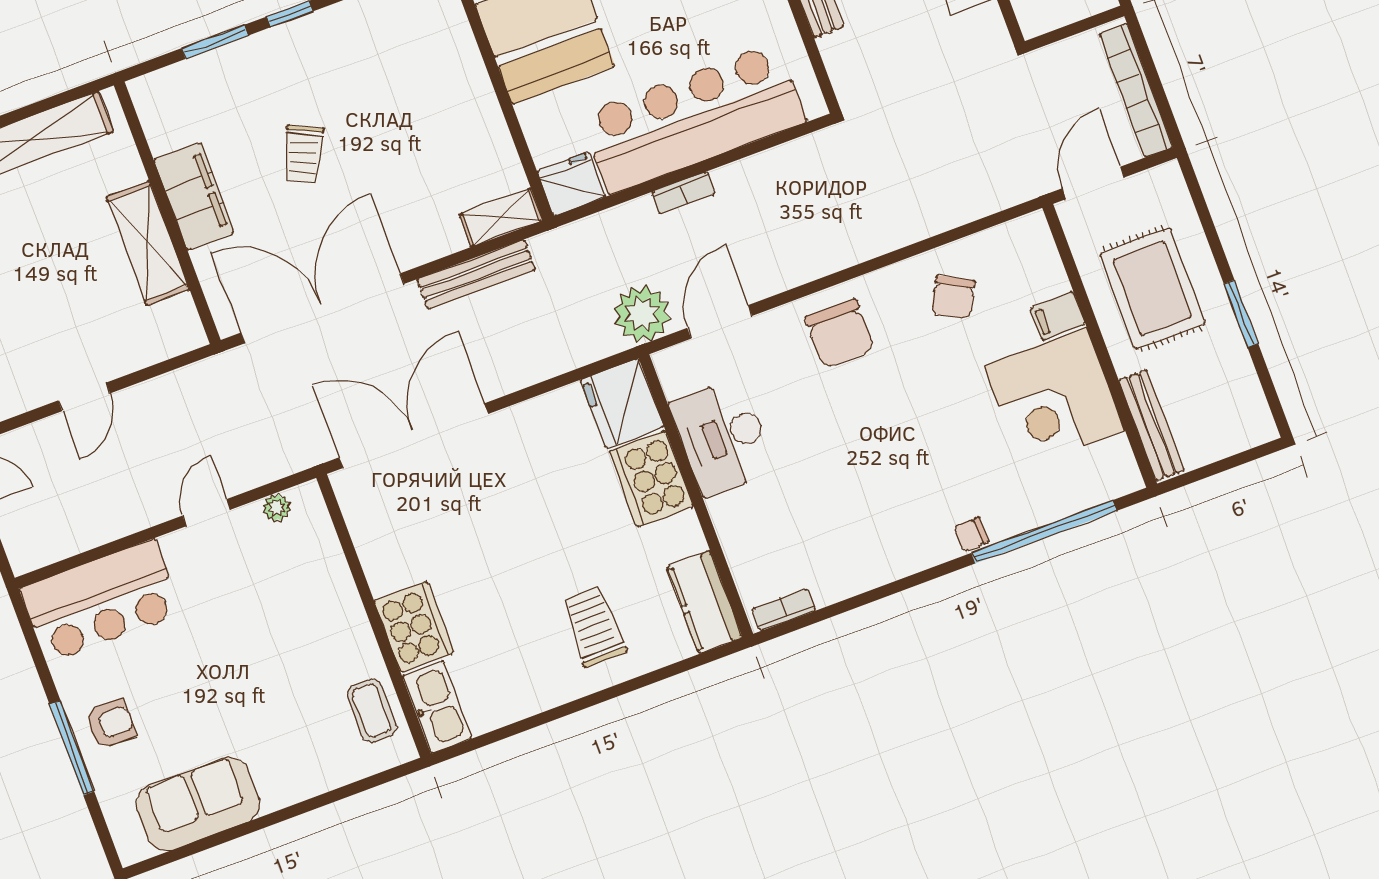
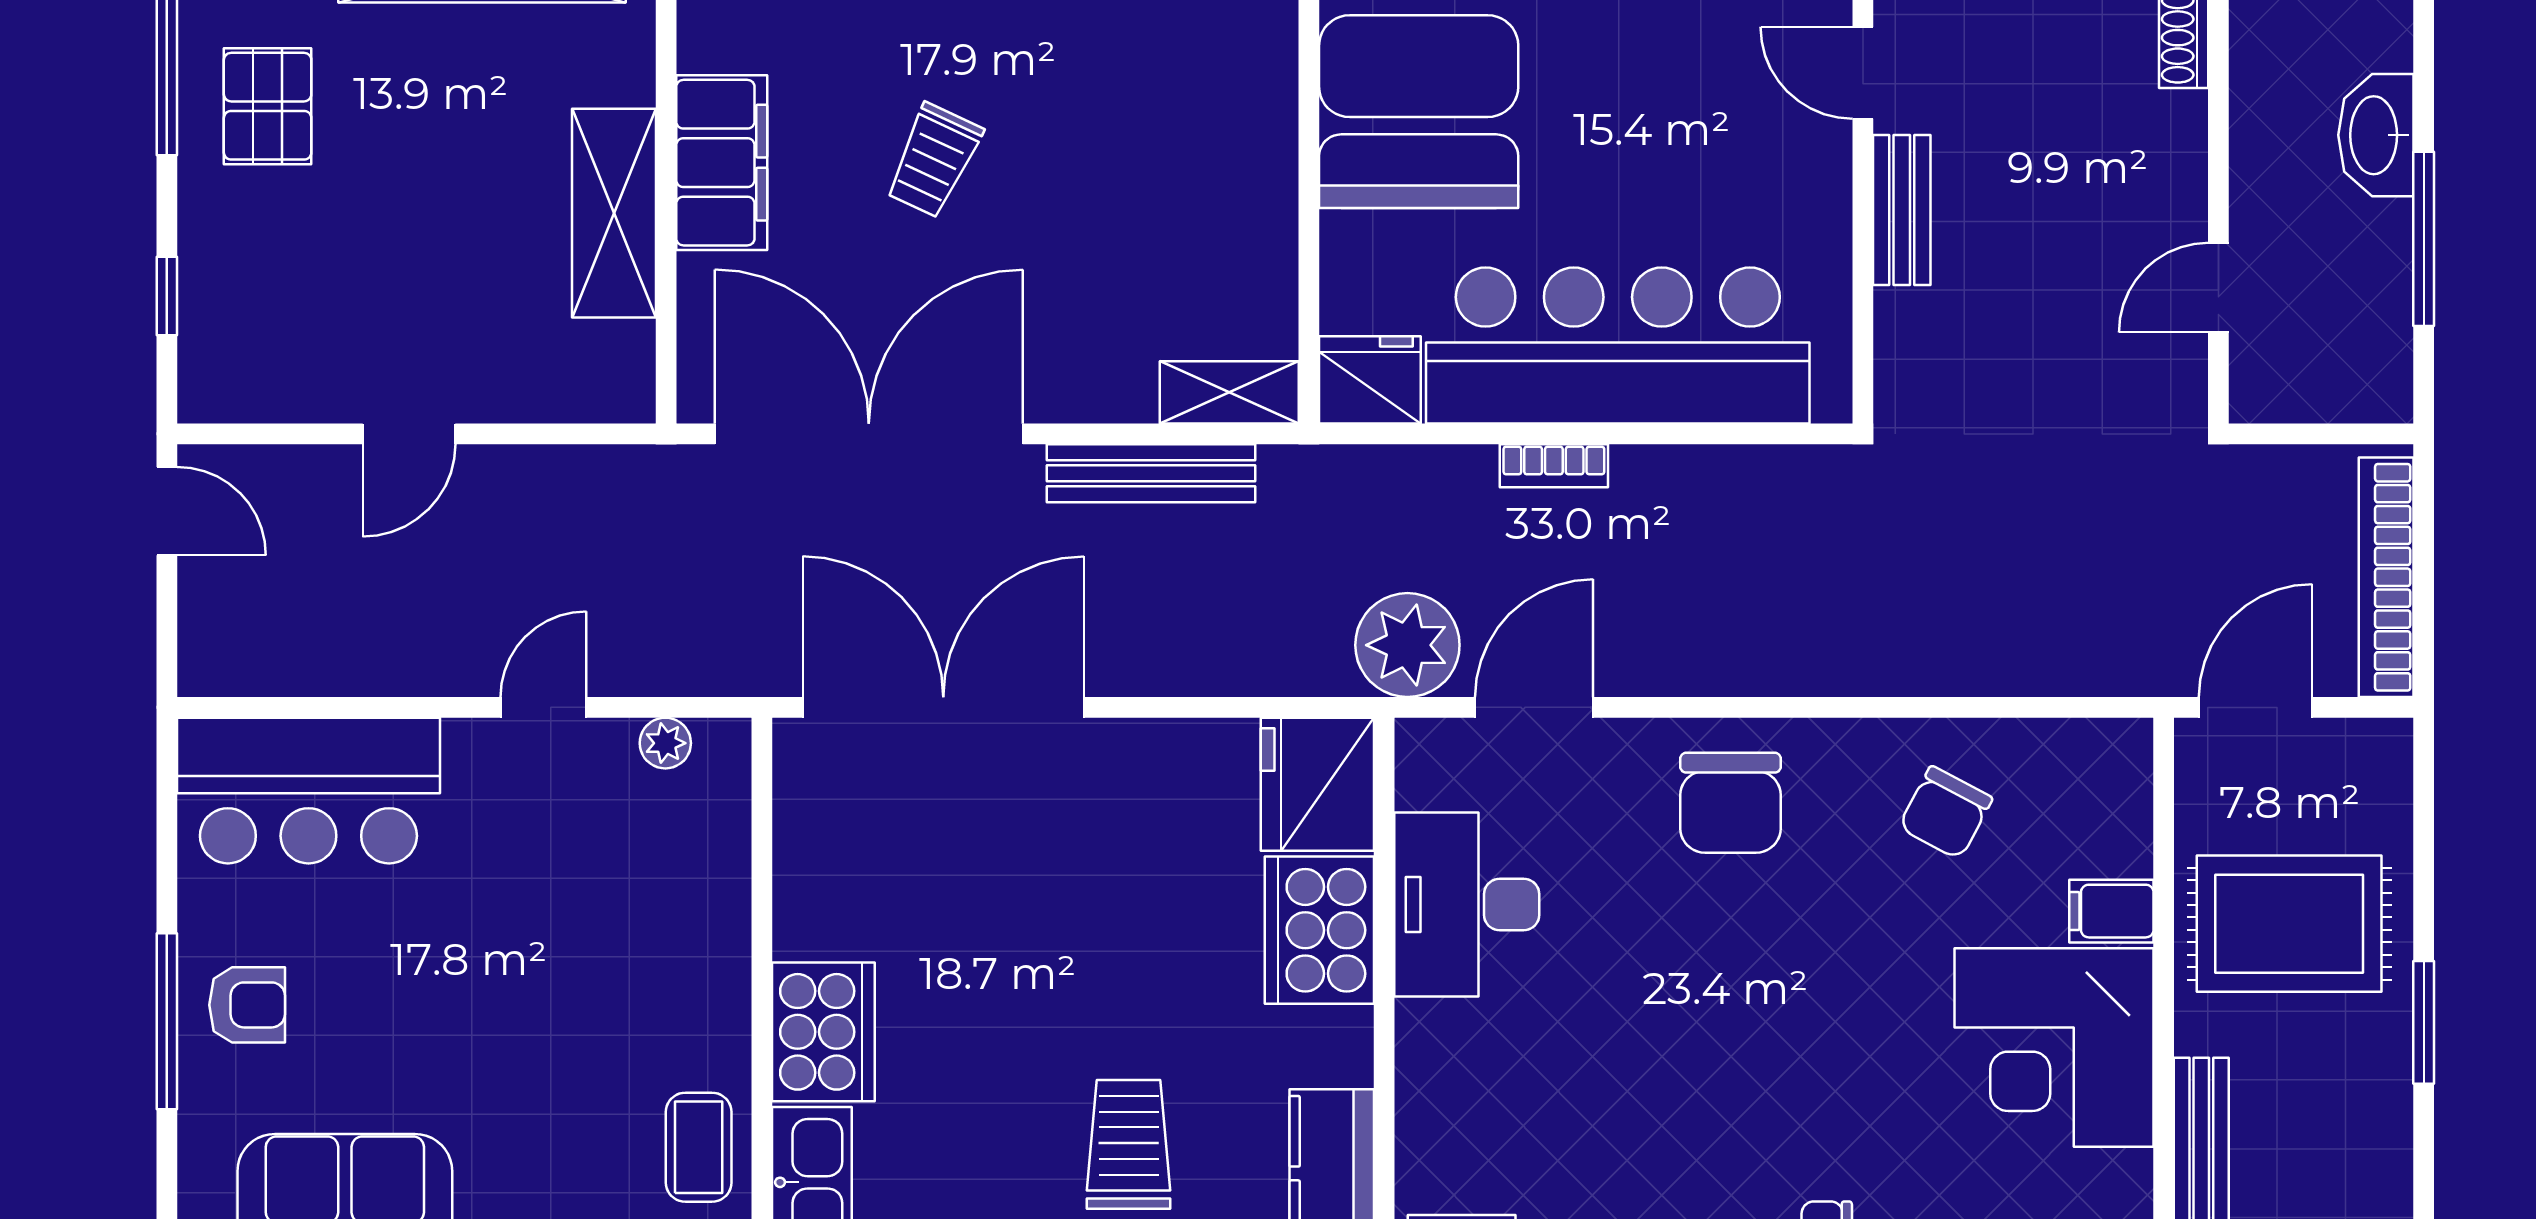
rug: (1152, 288) -> (2289, 924), turned 90

